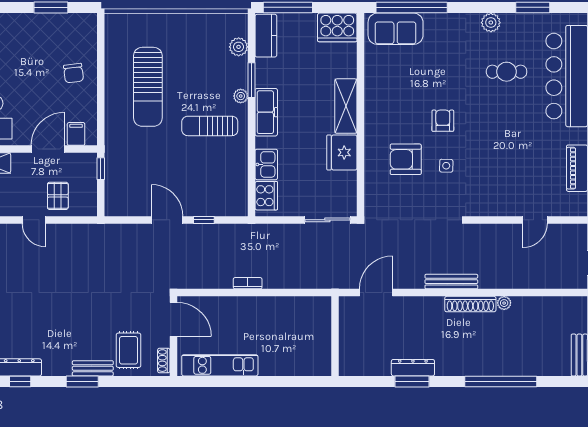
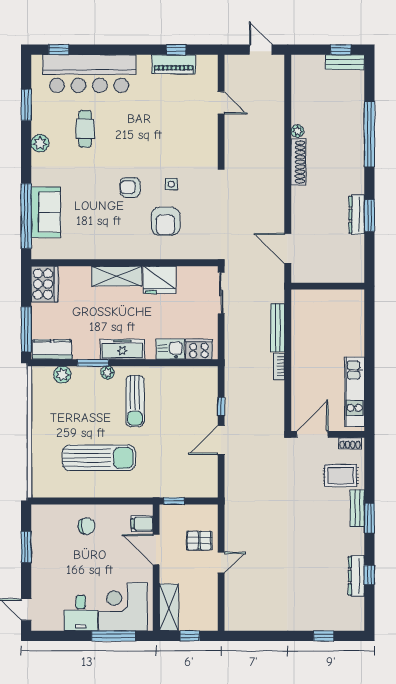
sofa: (396, 29) -> (46, 212), moved
bench: (451, 282) -> (278, 328), moved

